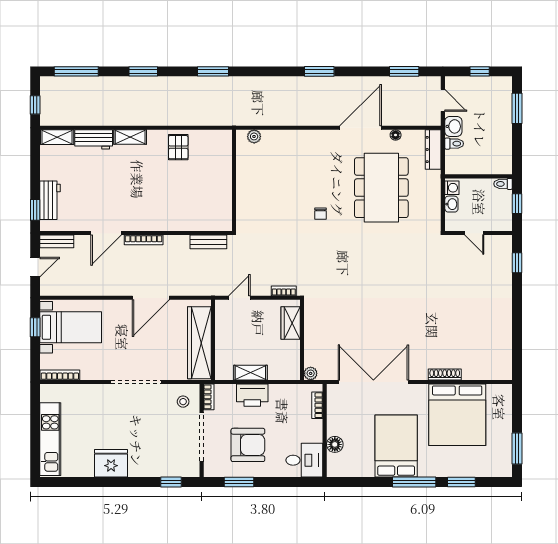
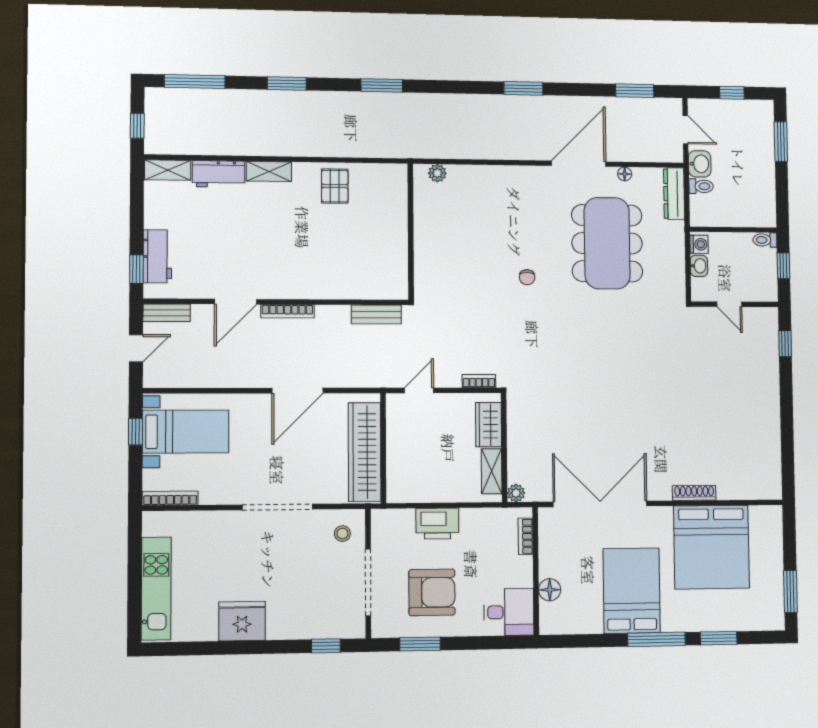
shelving: (250, 373) -> (492, 471), moved, turned 90
bookcase: (209, 397) -> (378, 527), removed

